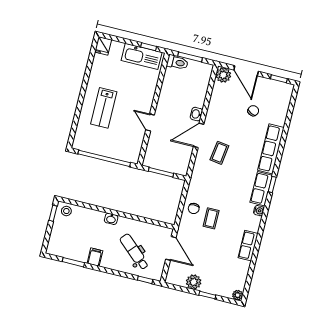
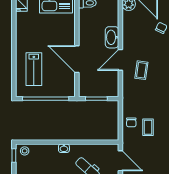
lab bench: (104, 108) -> (34, 69), moved
washbasin: (196, 114) -> (112, 37), width x1.91, depth x1.45
door: (150, 123) -> (77, 59), width x1.87

